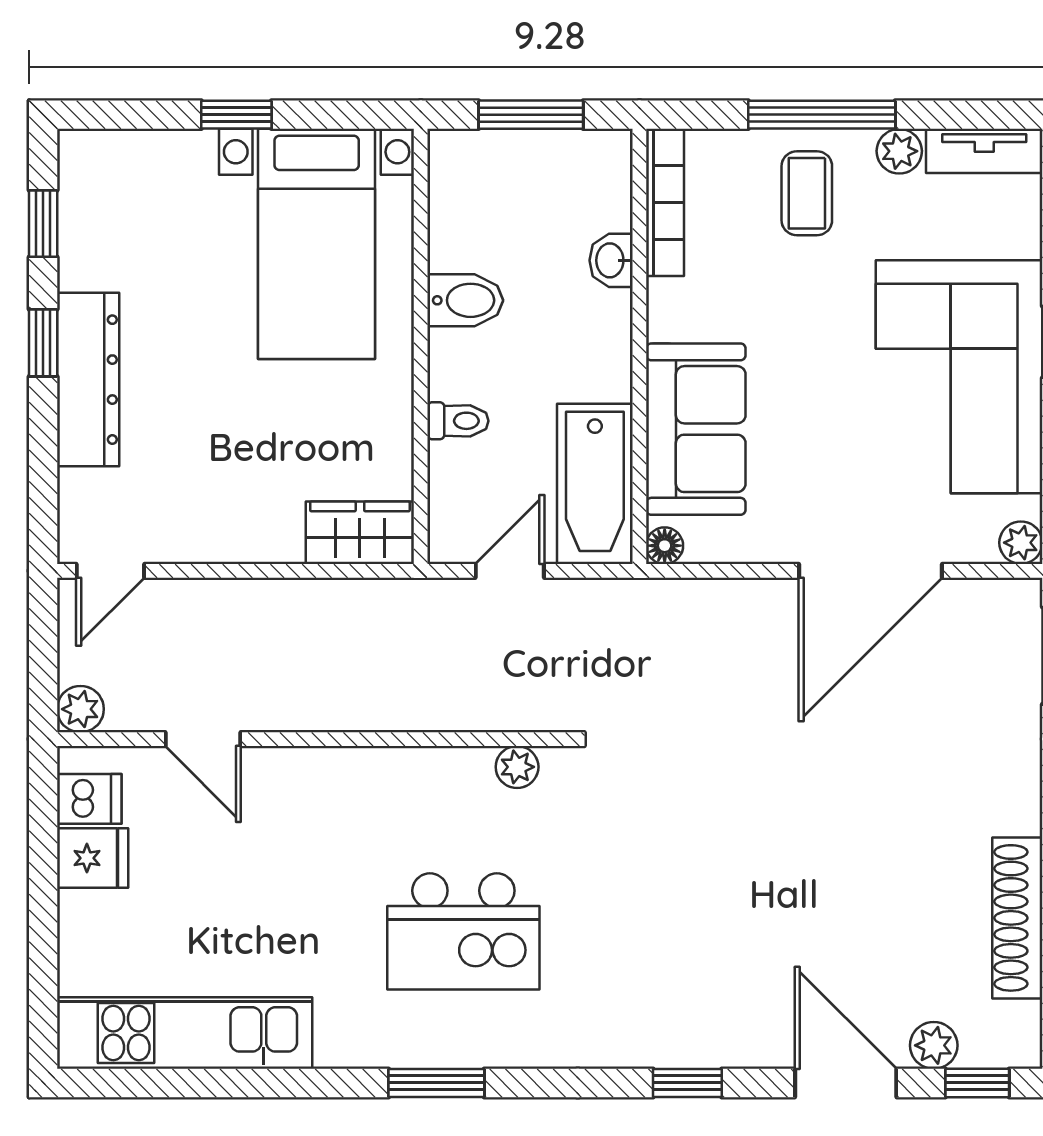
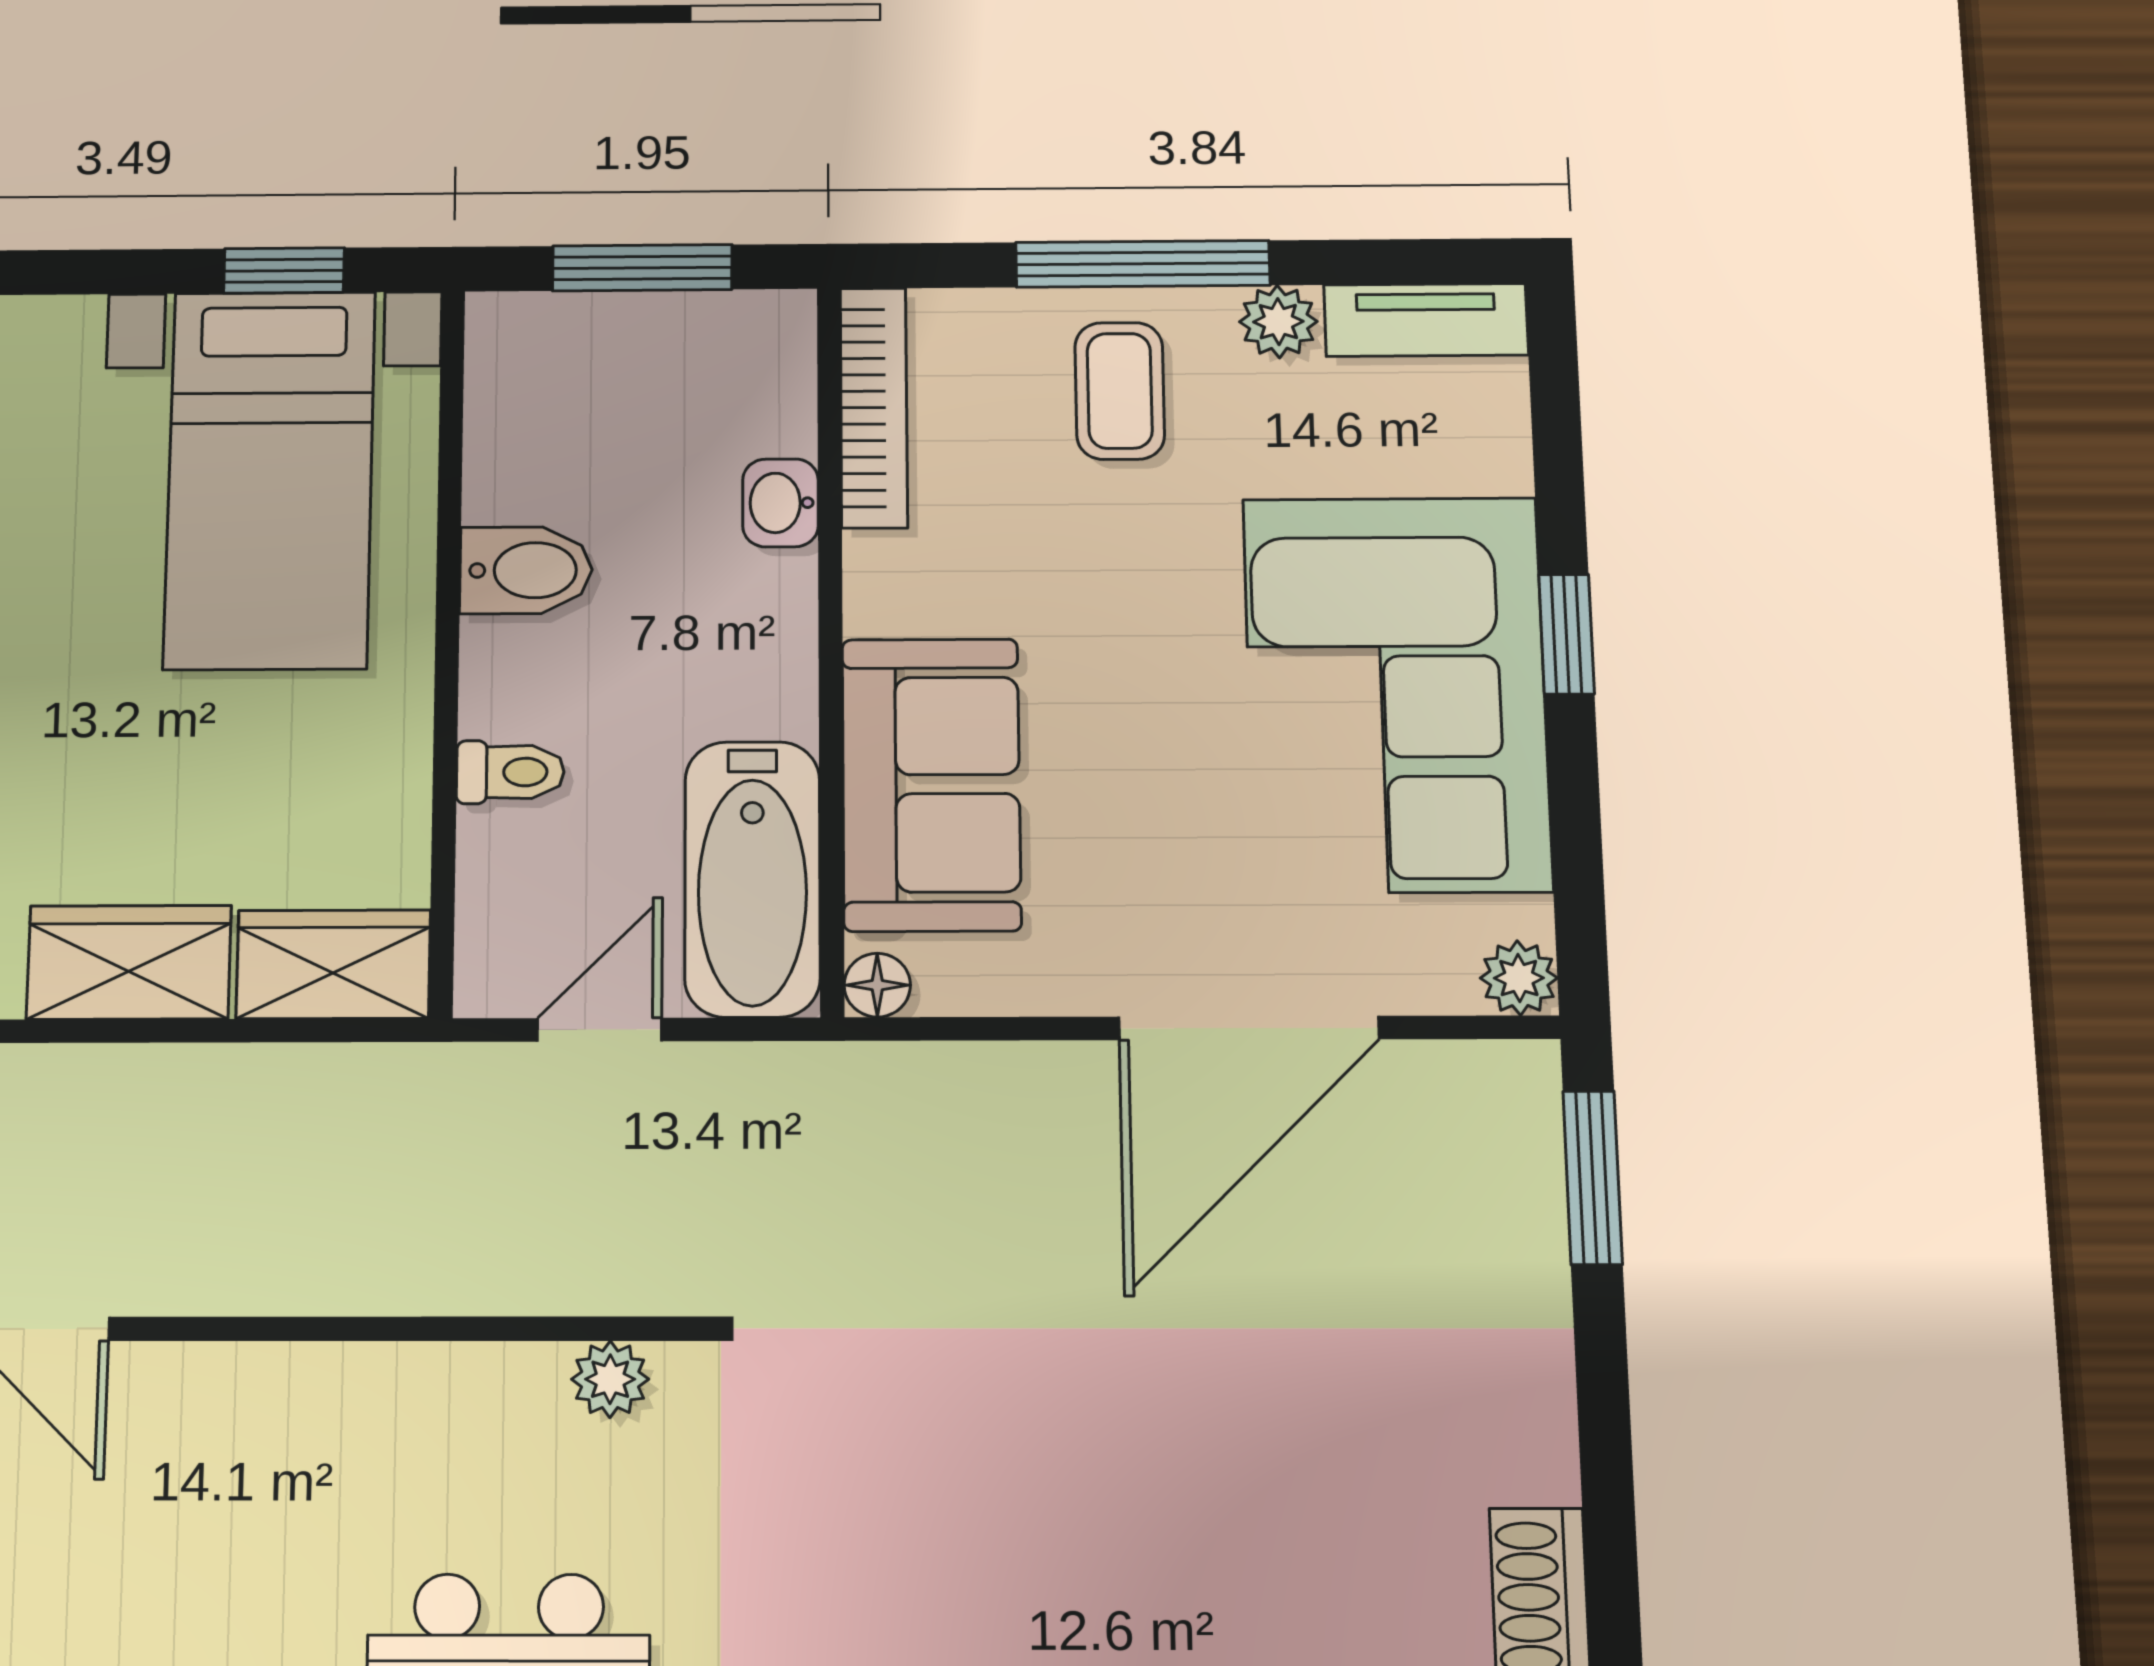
window: (236, 115) -> (284, 271), moved
wardrobe: (245, 531) -> (129, 962), added

